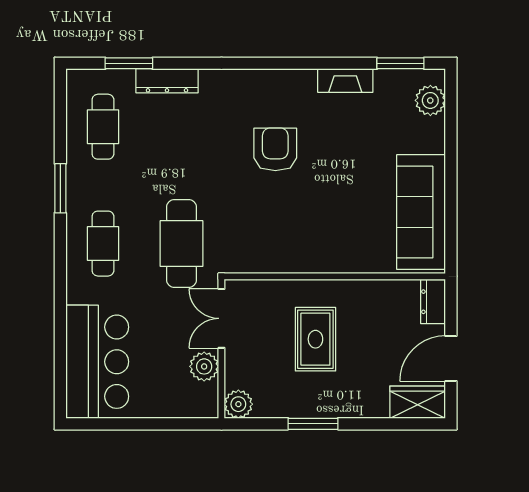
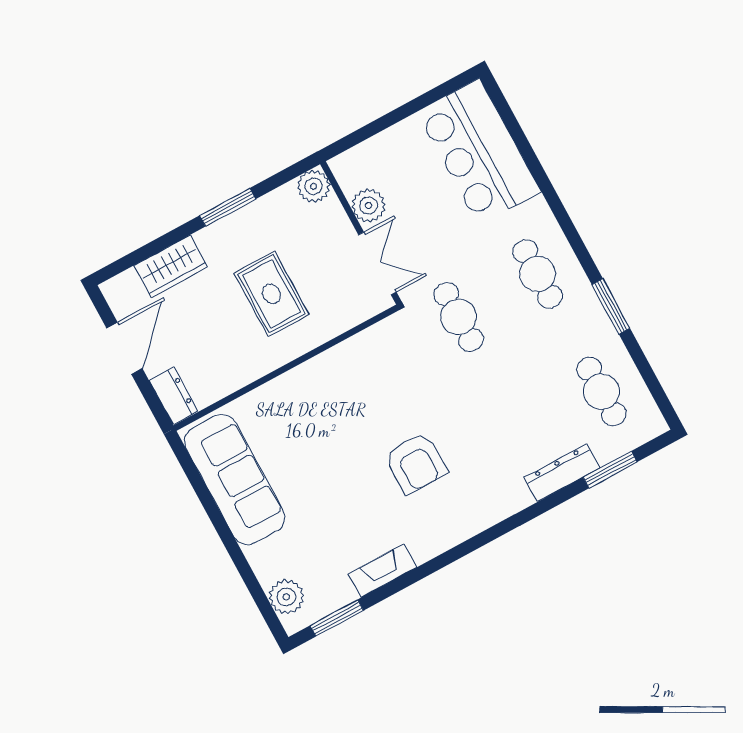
cafe table: (182, 244) -> (459, 317), width x0.73, depth x0.74
wardrobe: (418, 402) -> (171, 266), moved

